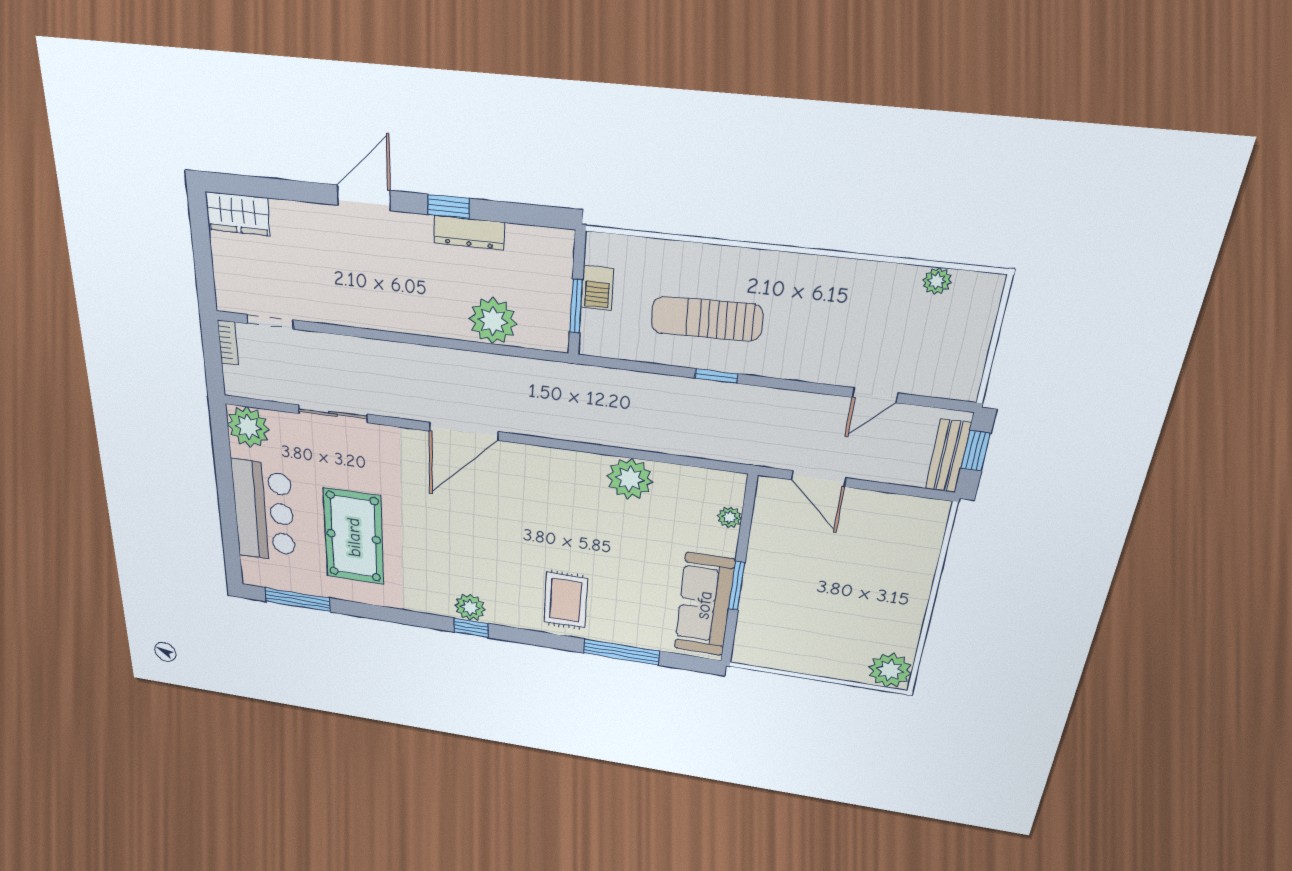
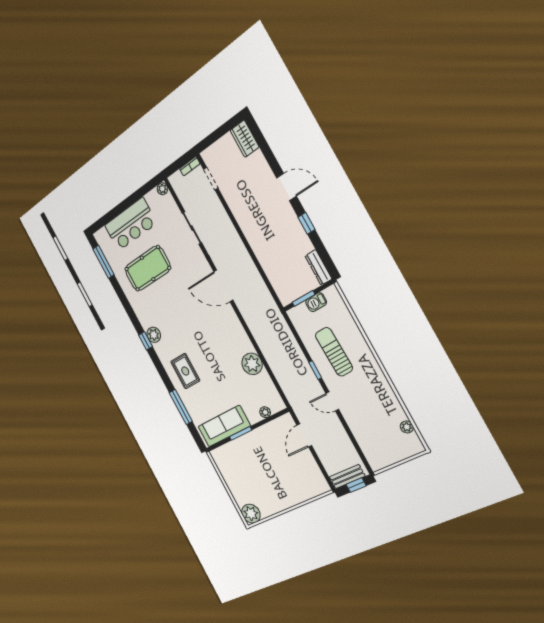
dresser: (469, 233) -> (318, 267), moved
plant: (493, 321) -> (275, 269), removed
door: (875, 395) -> (332, 401), moved
plant: (248, 427) -> (162, 189), width x0.53, depth x0.53
rug: (566, 600) -> (185, 371), turned 90

